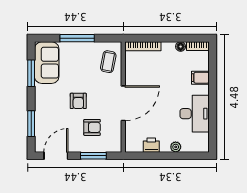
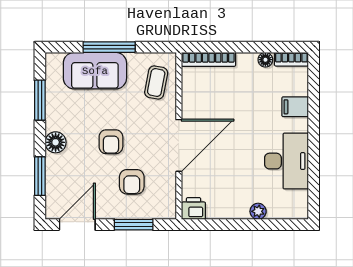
sofa: (47, 63) -> (95, 71), moved, turned 90
floor lamp: (42, 101) -> (56, 142), added
armchair: (92, 127) -> (132, 182), turned 90
printer: (151, 145) -> (194, 209), moved

